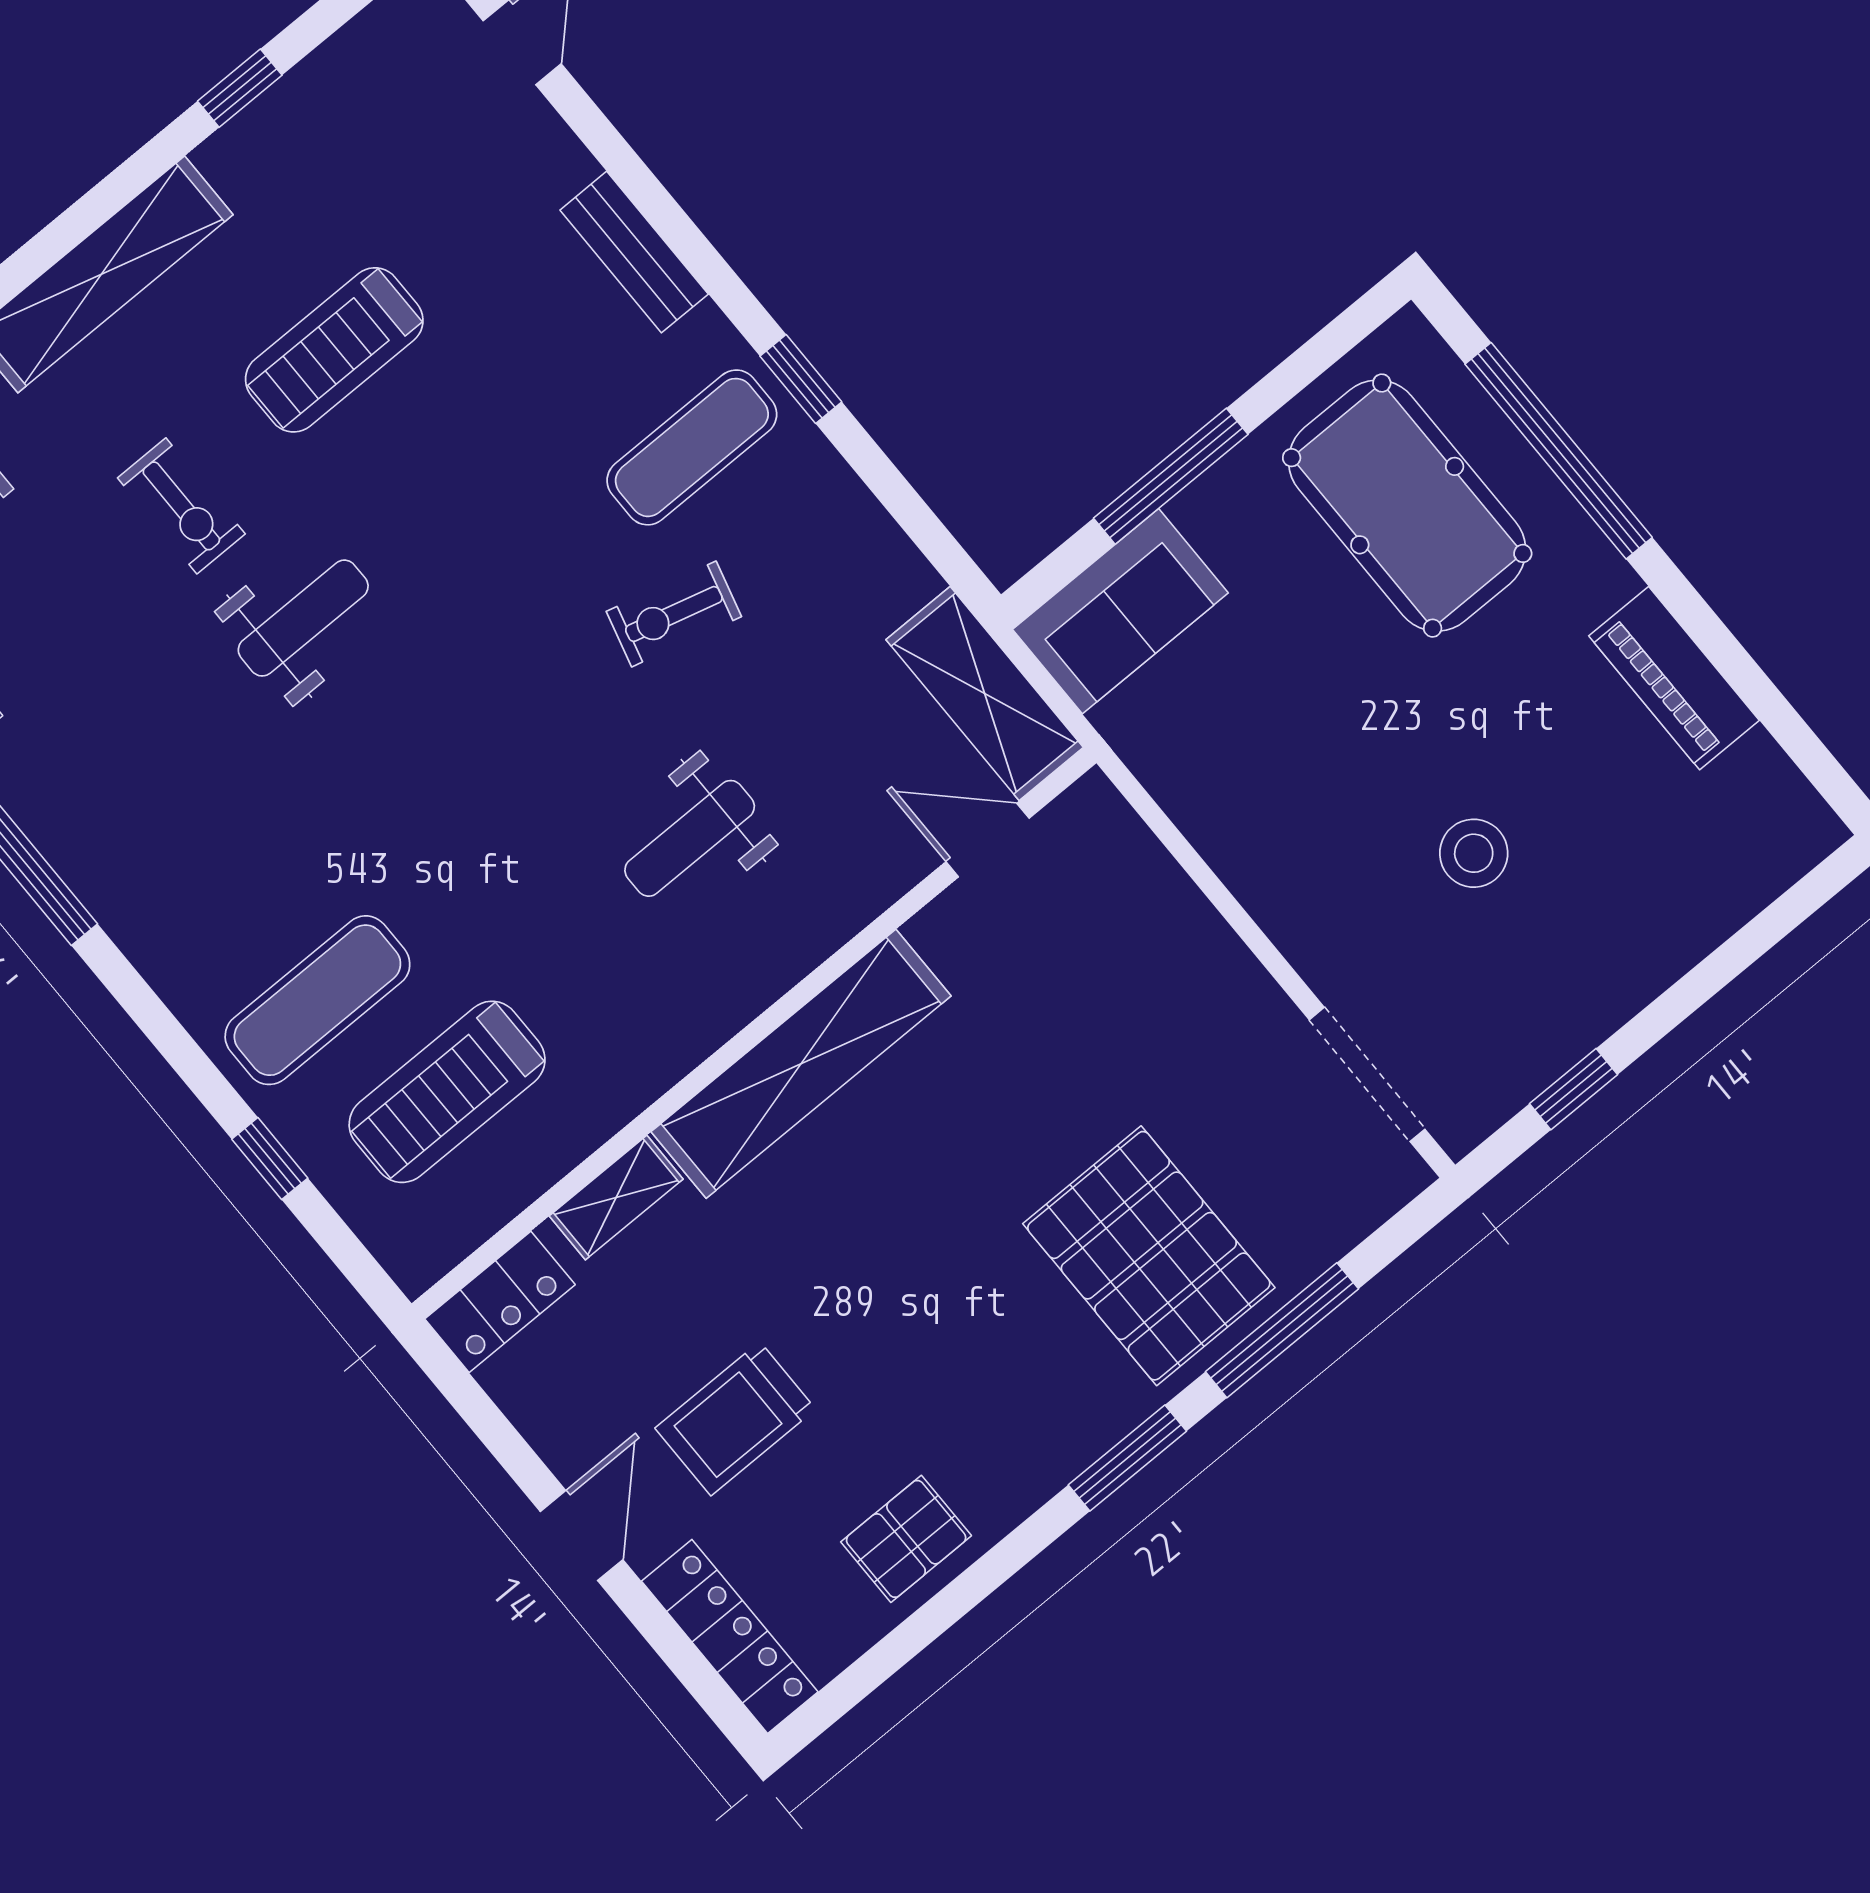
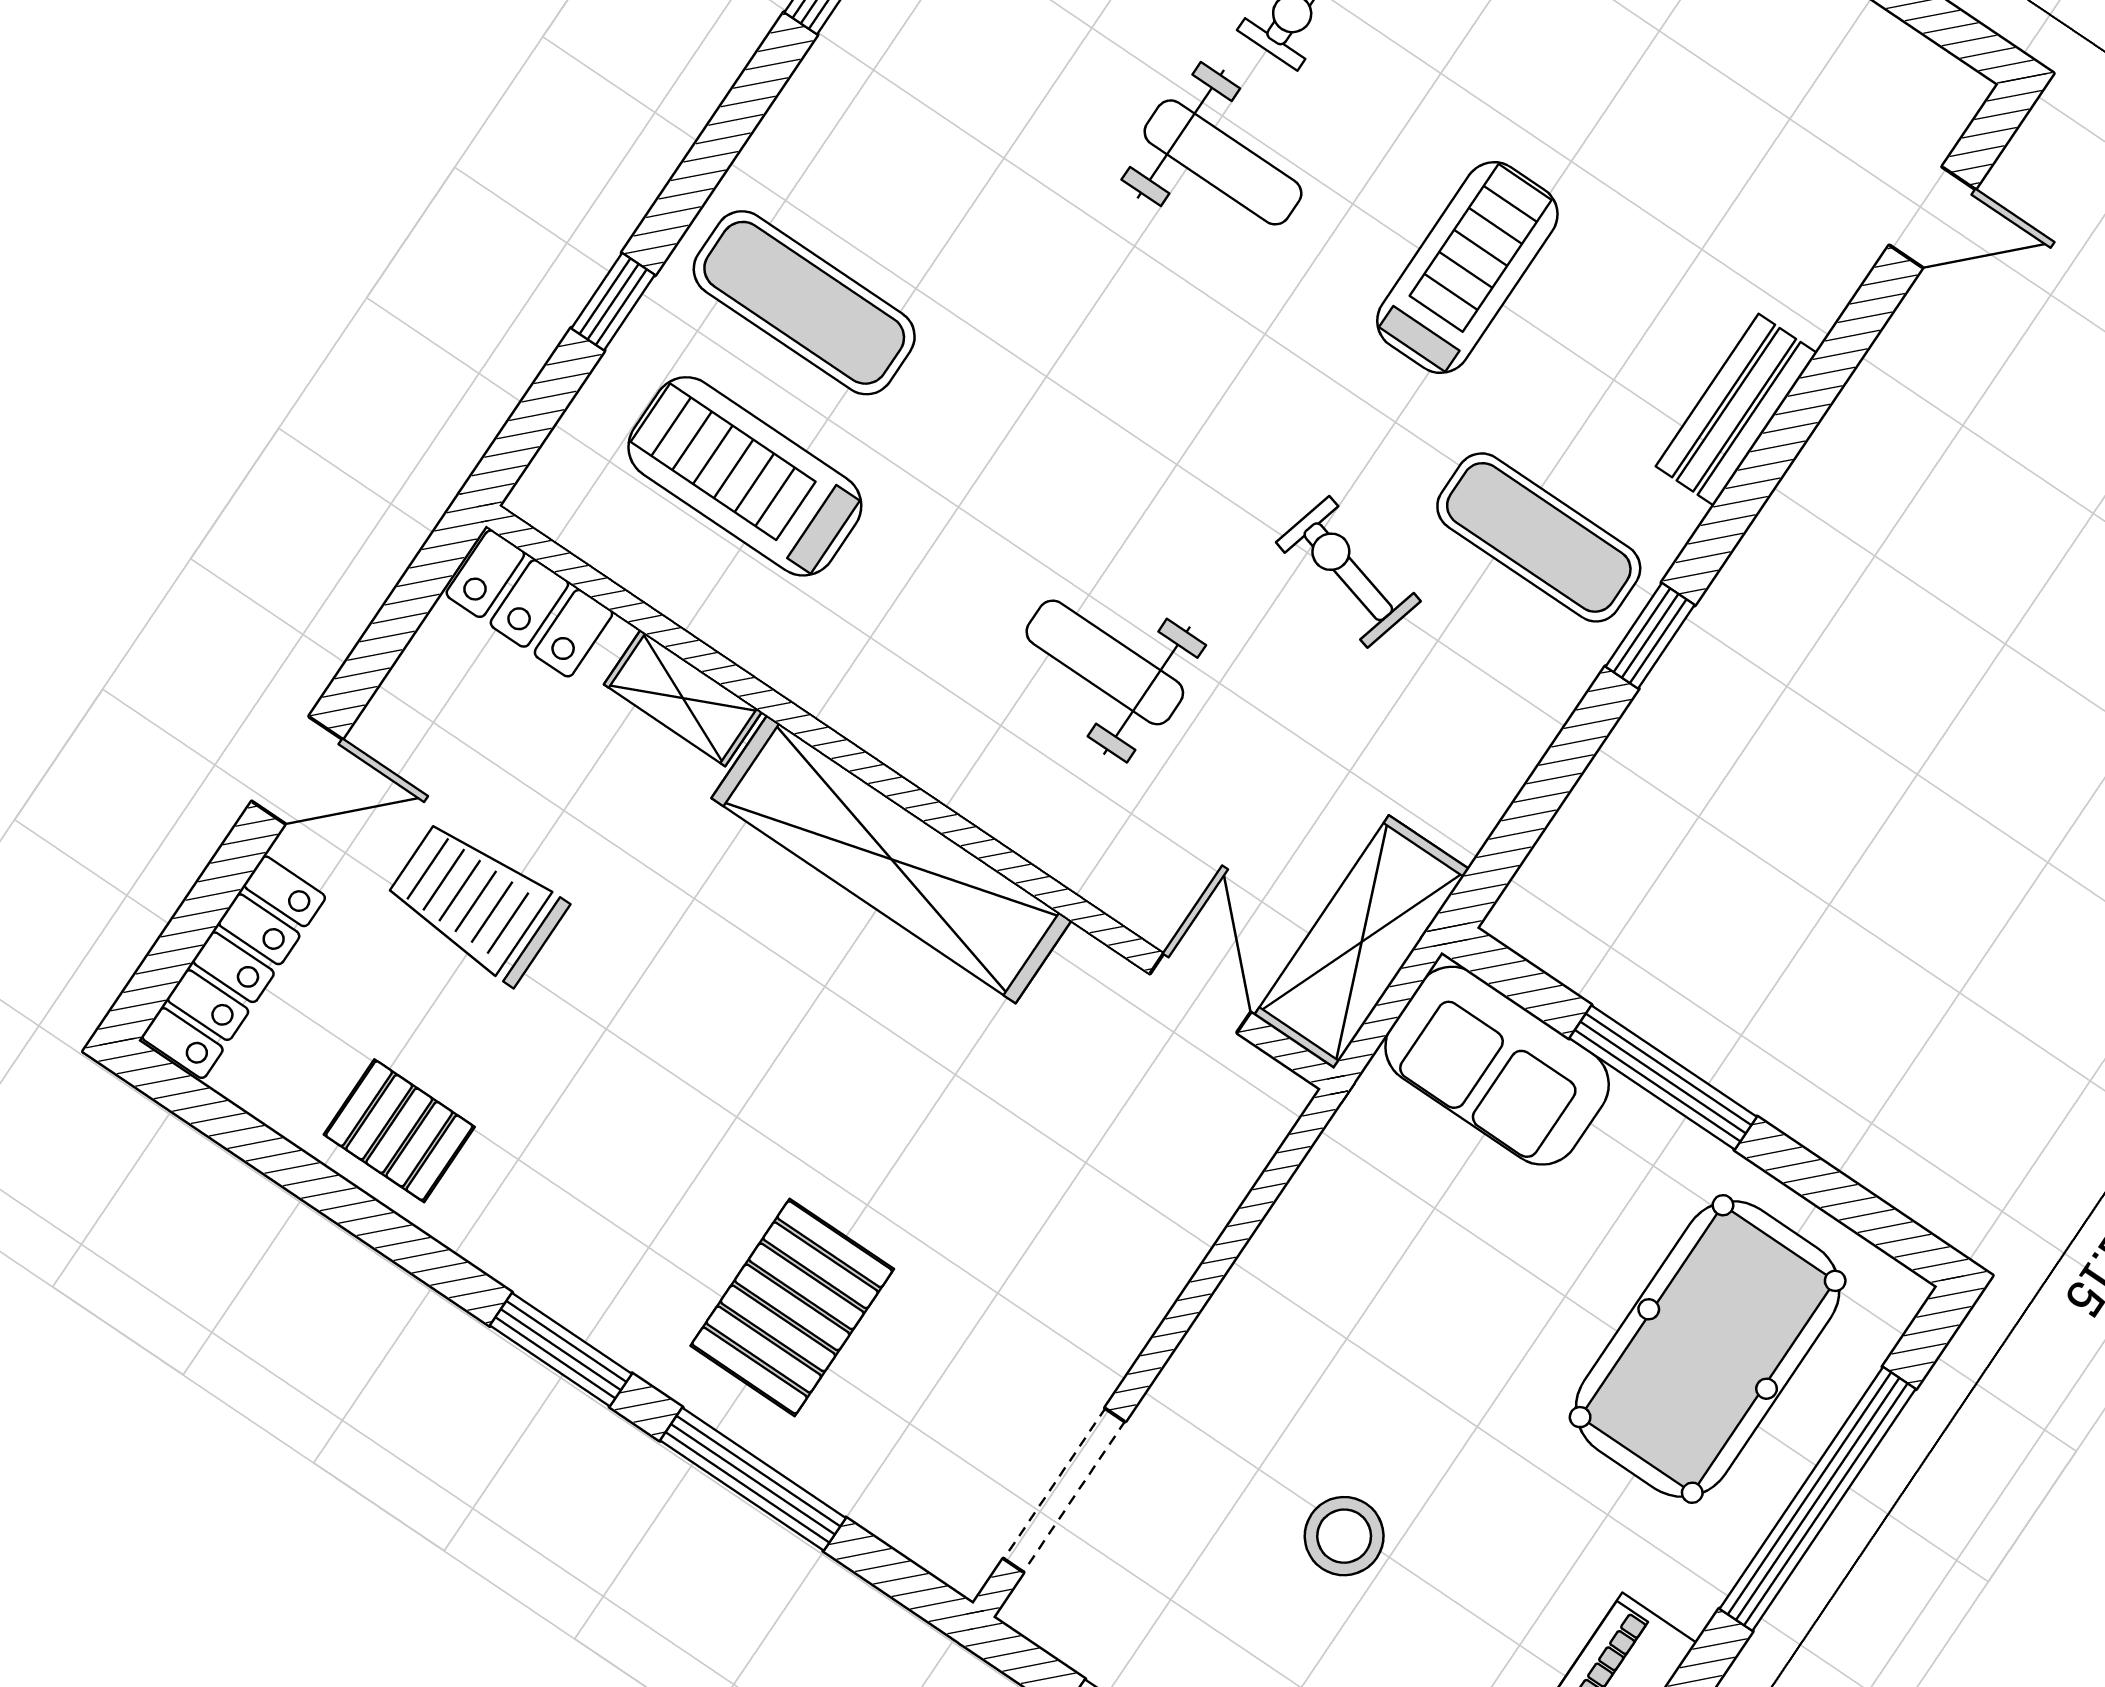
treadmill: (334, 350) -> (1467, 268), moved, turned 90
pallet: (1149, 1256) -> (792, 1307), width x0.73, depth x0.71

